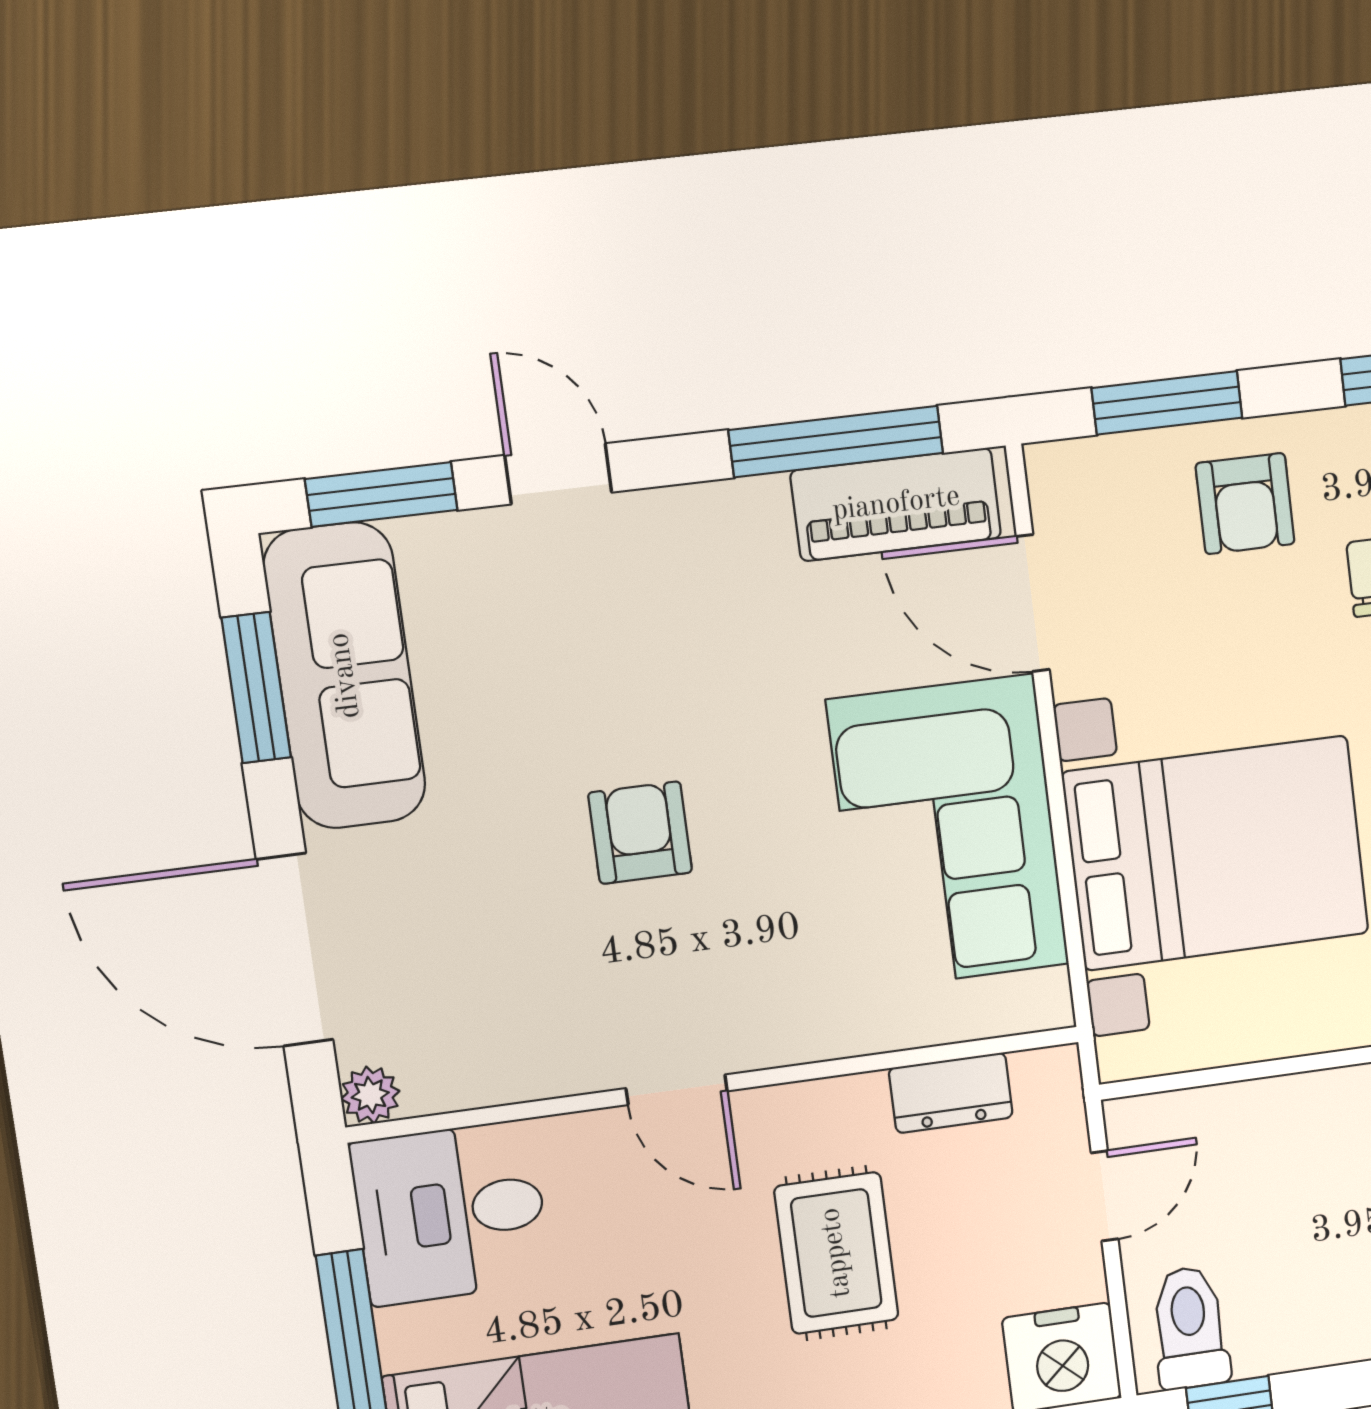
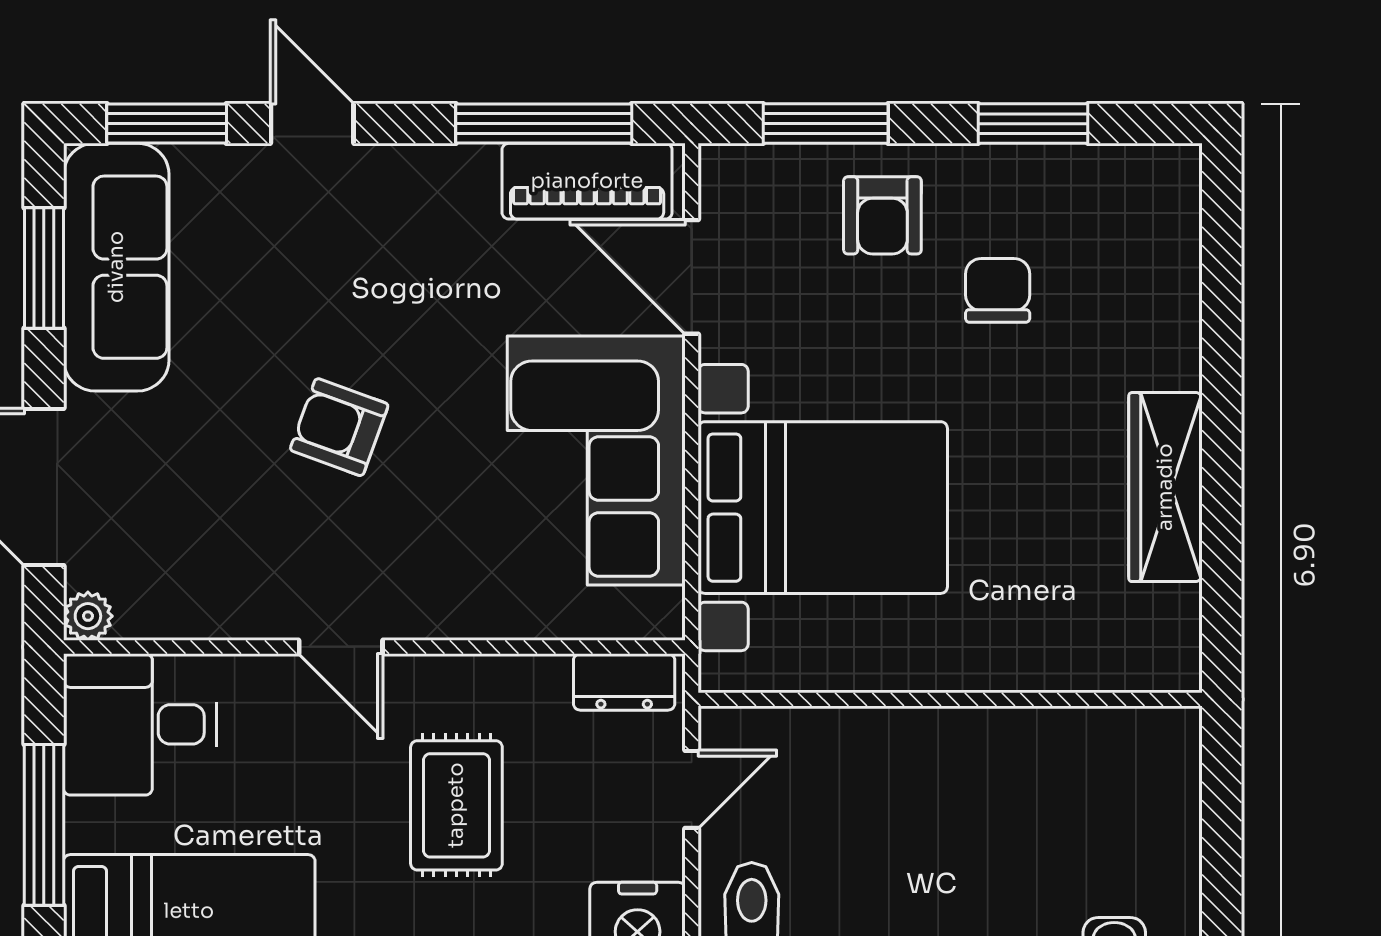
armchair: (640, 833) -> (339, 427), turned -70
dresser: (951, 1093) -> (624, 682), moved

